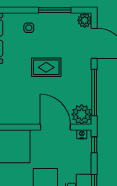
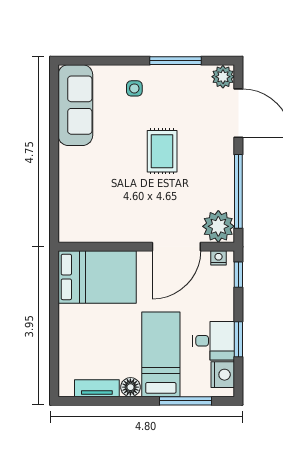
rug: (46, 67) -> (162, 151), turned 90
door: (55, 127) -> (176, 247), swing flipped

